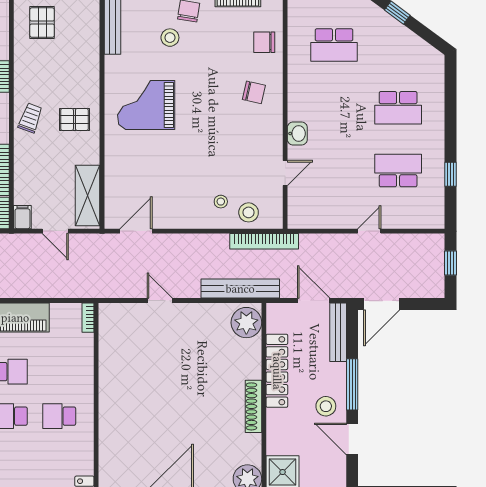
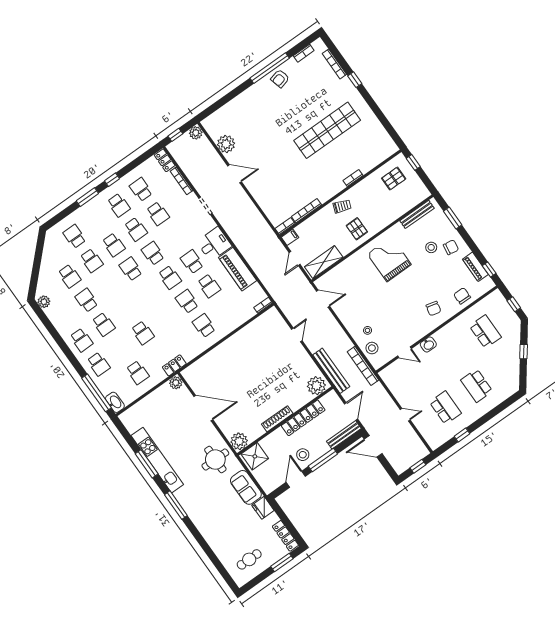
school desk: (334, 45) -> (485, 332), turned 180

